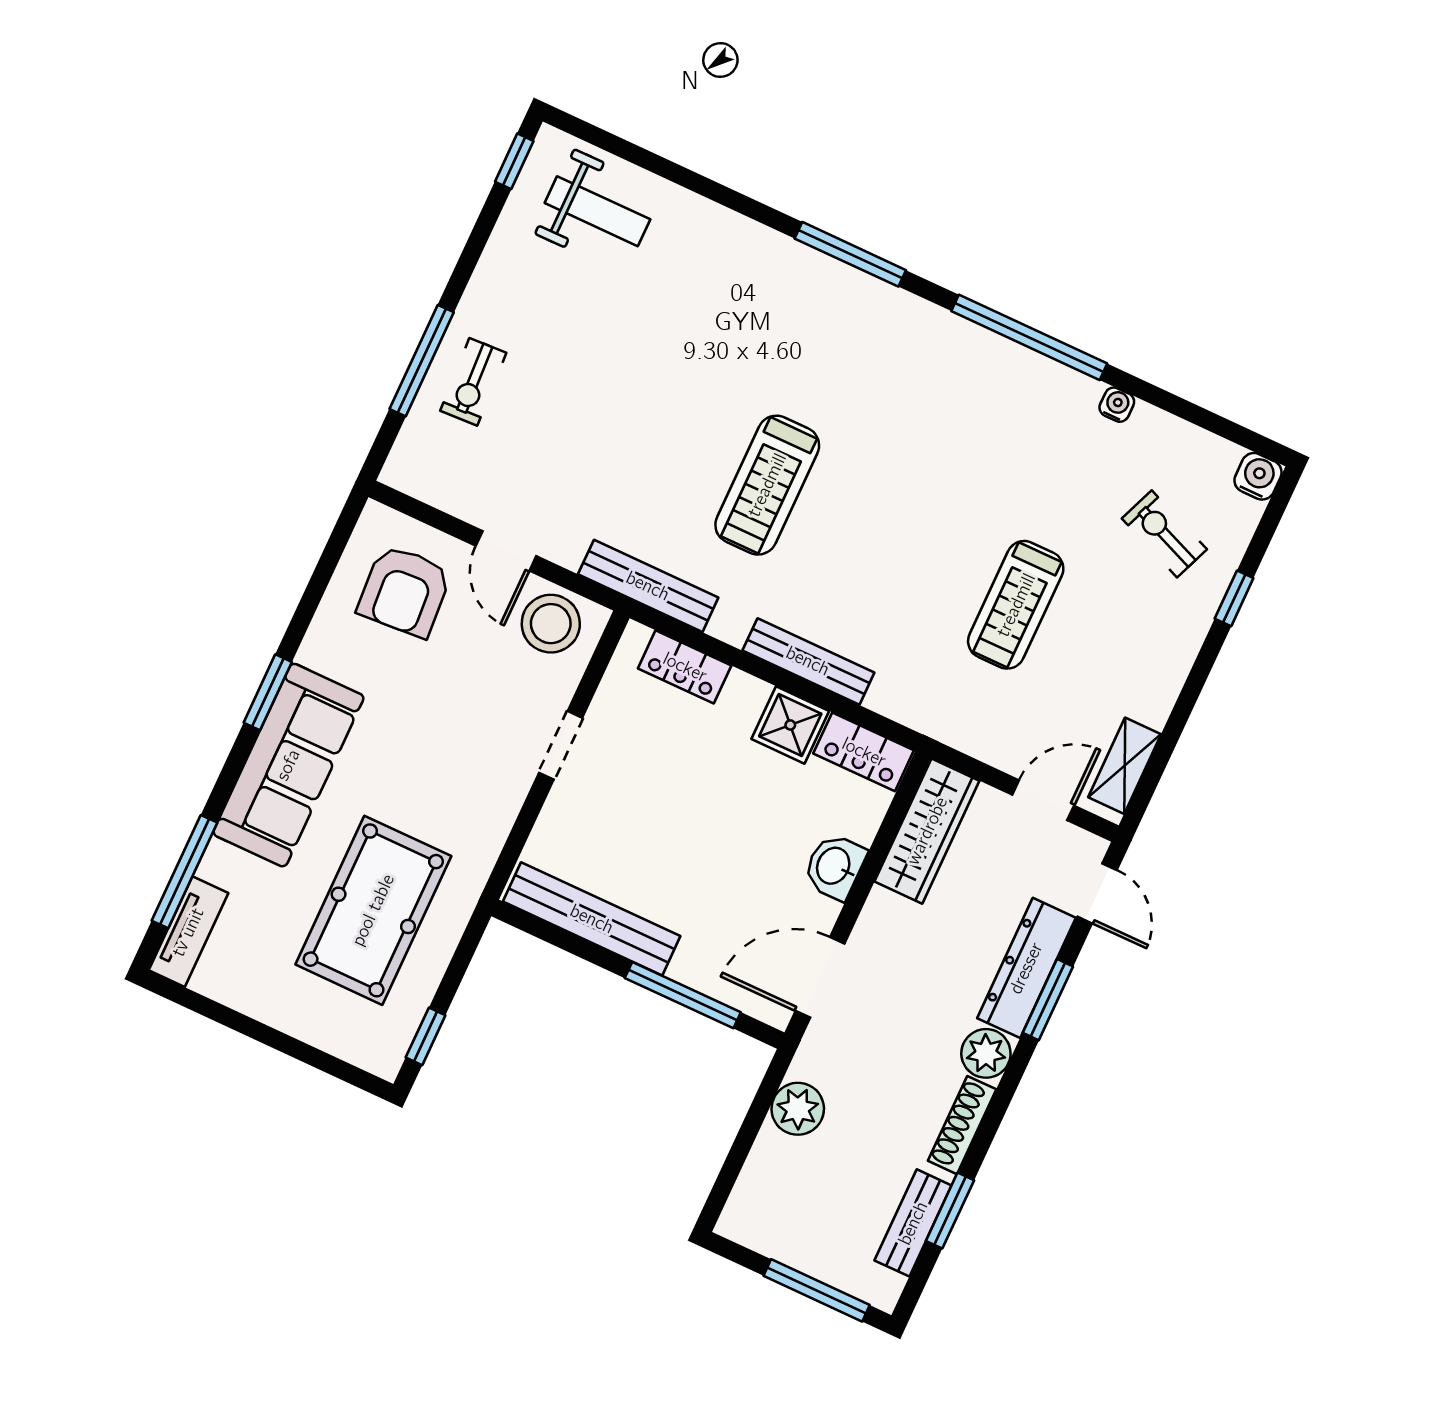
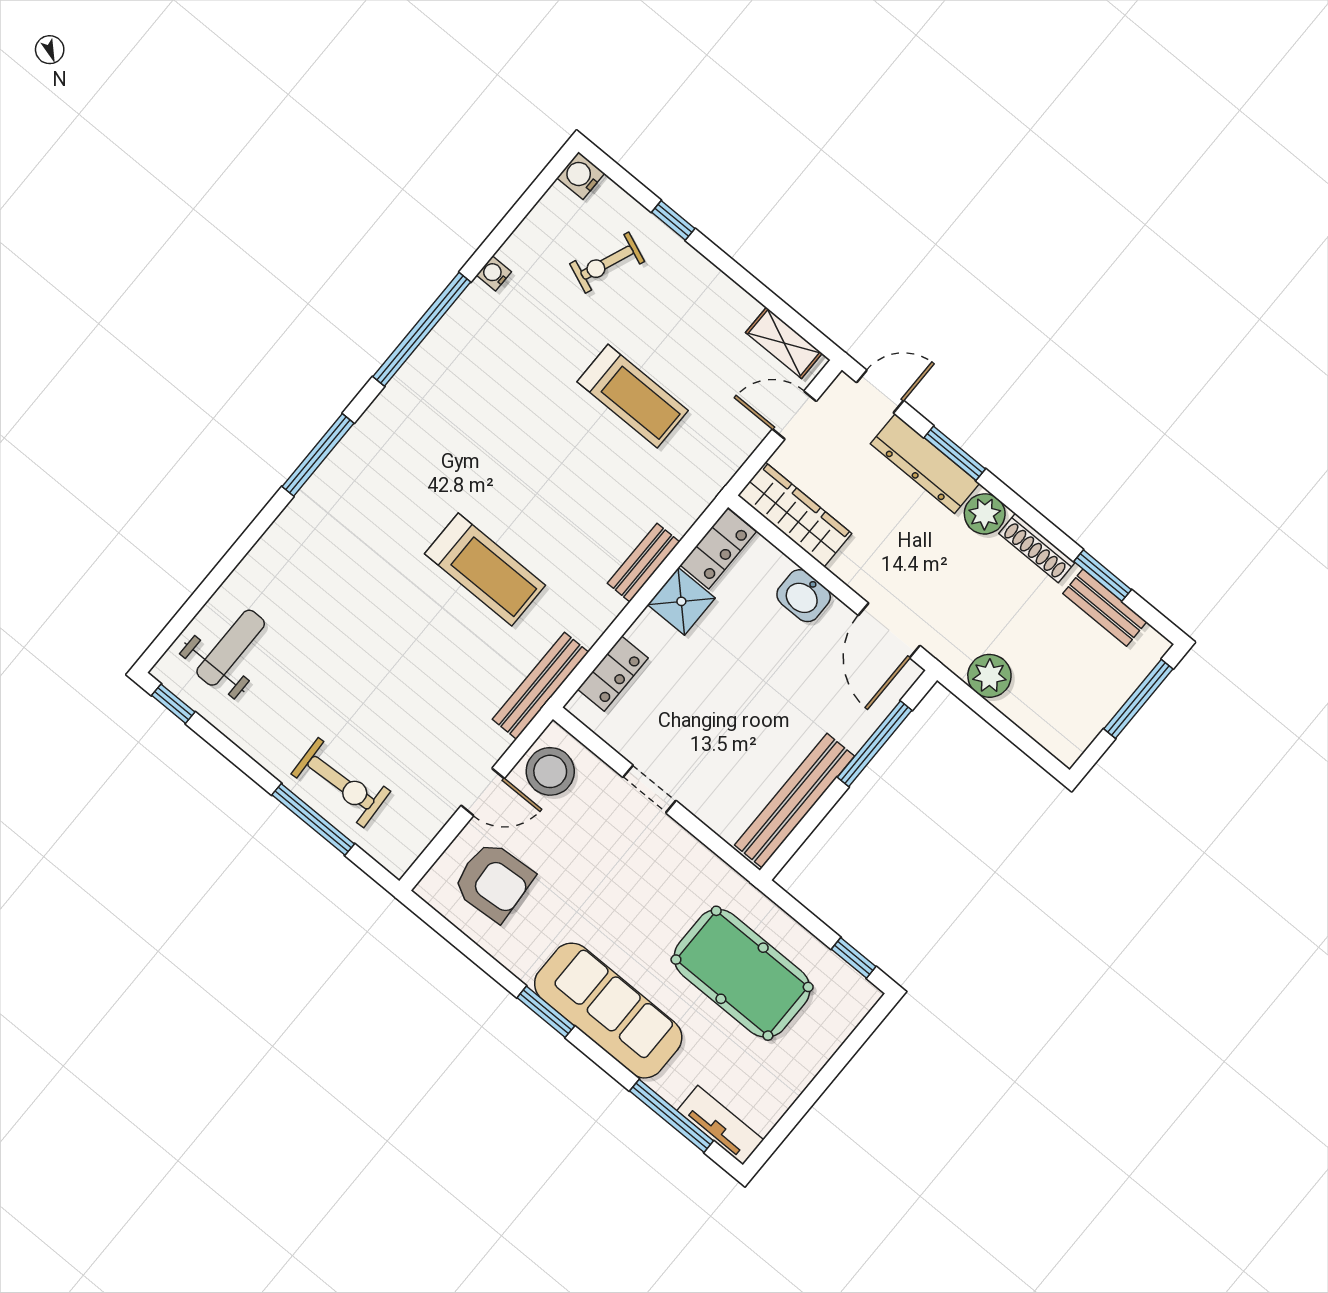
exercise bike: (473, 382) -> (341, 783), width x1.38, depth x1.39
bench: (808, 661) -> (644, 563), width x0.73
door: (1043, 800) -> (794, 415), hinge flipped

